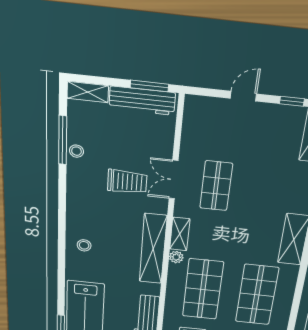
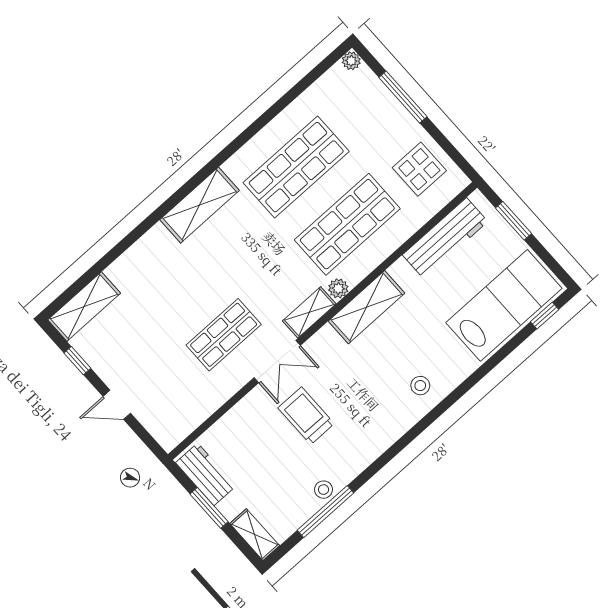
window: (149, 86) -> (209, 508), moved
workbench: (142, 101) -> (206, 474), width x0.73
double door: (174, 180) -> (277, 362), moved
shelving: (153, 249) -> (366, 307), width x0.68

